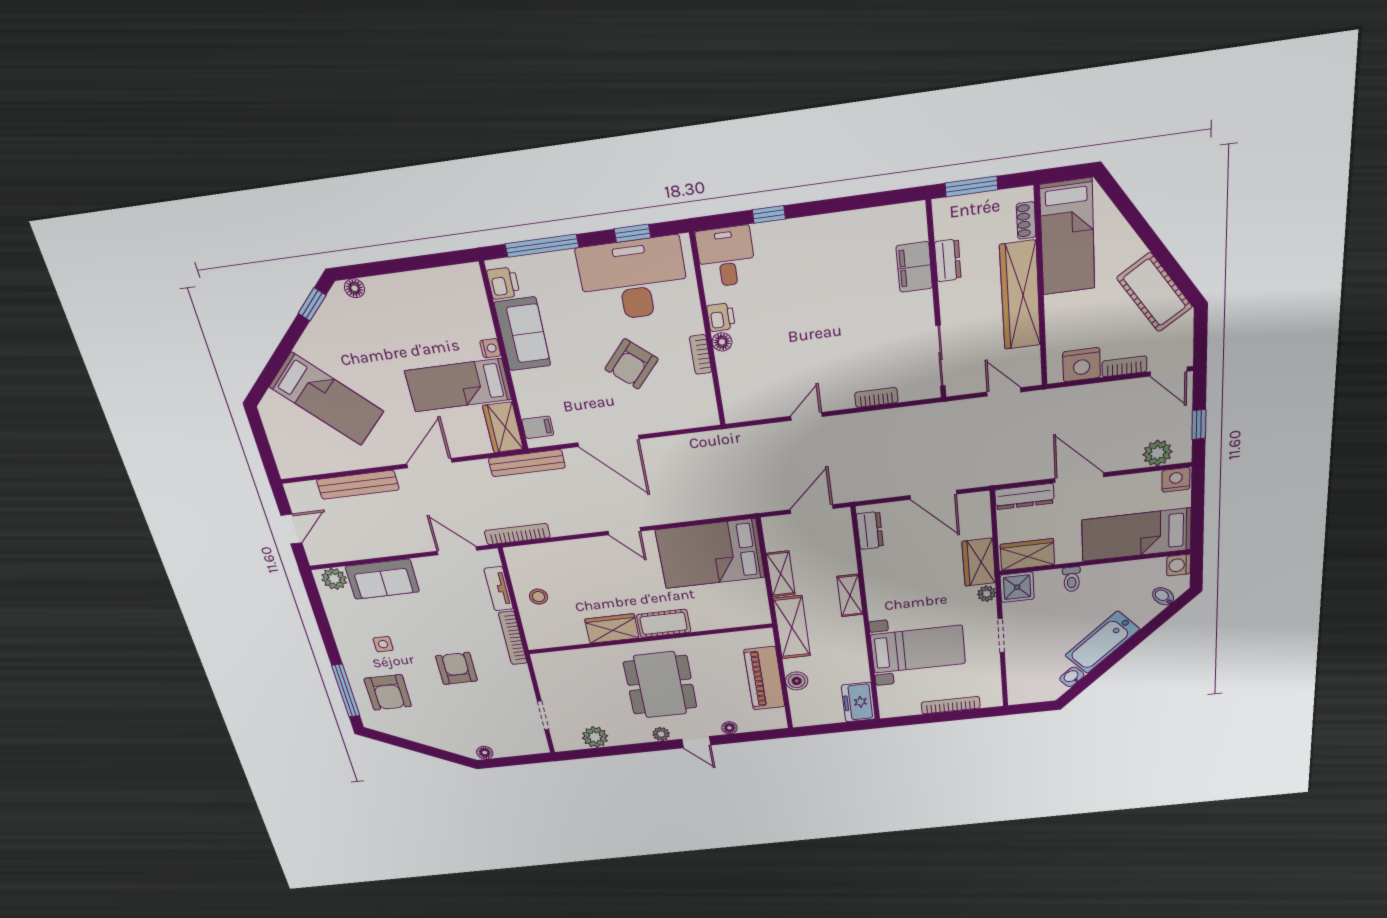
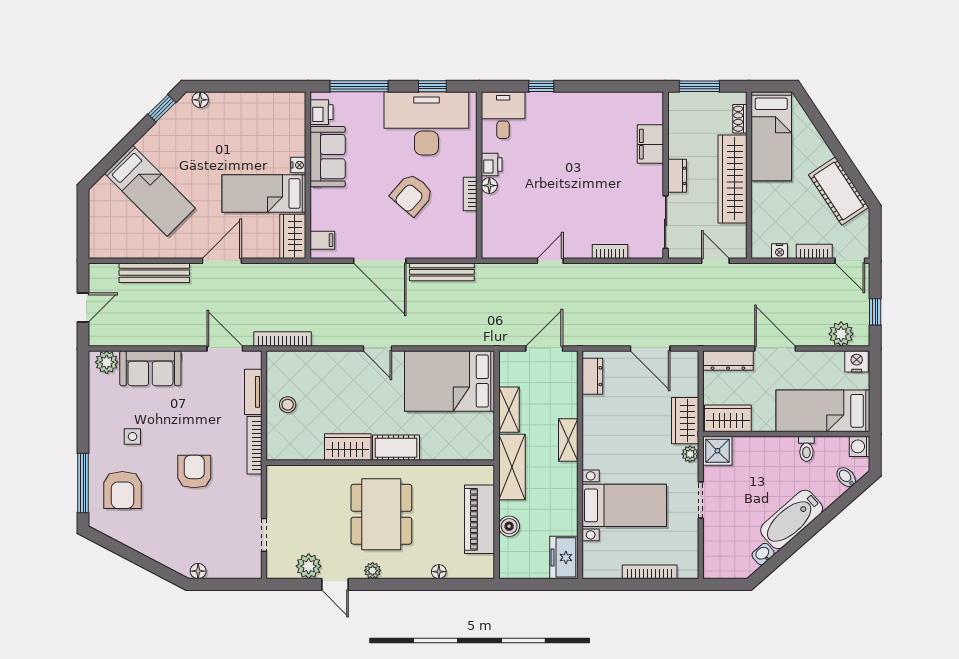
dresser: (948, 260) -> (677, 176), moved
nightstand: (1082, 365) -> (780, 251), width x0.53, depth x0.56
bench: (527, 463) -> (442, 272), moved
toilet: (1072, 579) -> (806, 449), moved
door: (696, 742) -> (335, 584), moved

